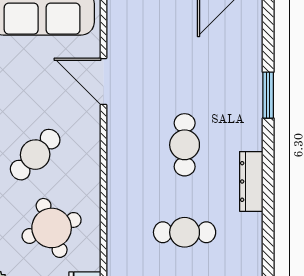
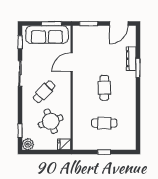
door: (104, 81) -> (72, 62), hinge flipped
dresser: (251, 181) -> (131, 59), moved

